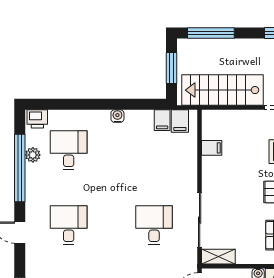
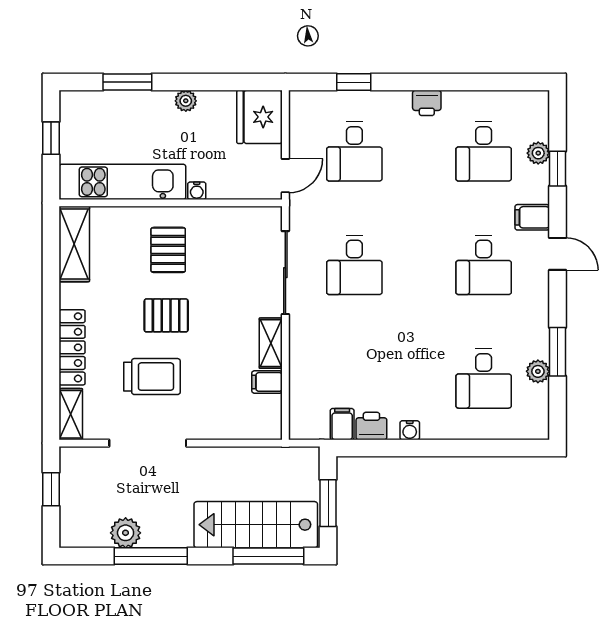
stairs: (222, 90) -> (256, 525), moved, turned 180
printer: (37, 119) -> (371, 426), moved
filing cabinet: (180, 121) -> (532, 217), moved, turned -90
window: (20, 168) -> (557, 352), width x0.47
shelving: (218, 257) -> (271, 343), moved, turned 90

